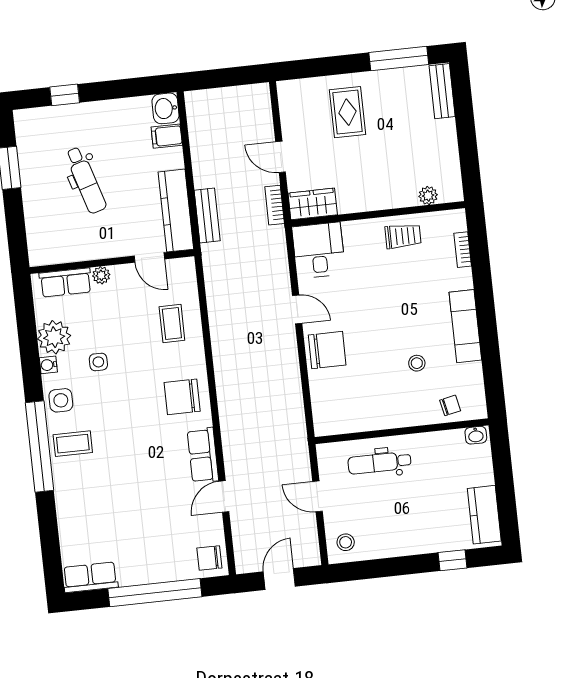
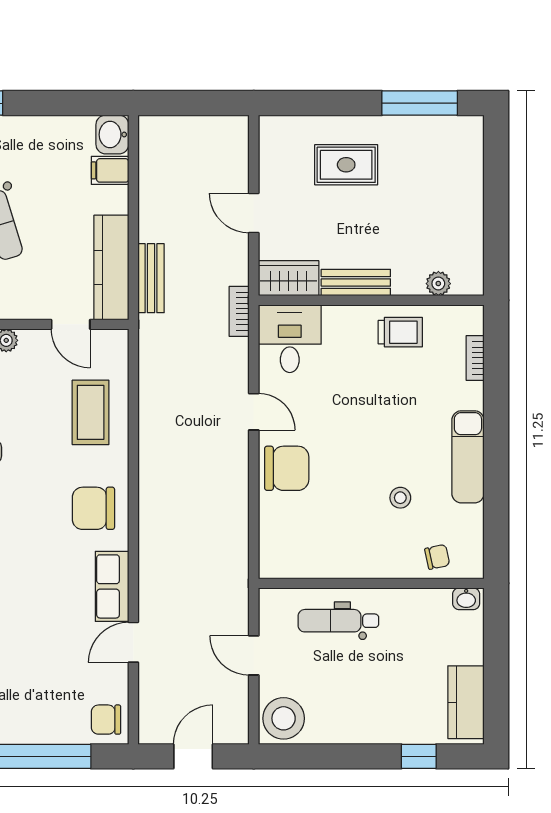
bench: (442, 91) -> (356, 283), moved, turned 90
rug: (347, 112) -> (346, 165), turned 90
bookcase: (275, 205) -> (239, 311), moved
coffee table: (172, 323) -> (91, 412), width x1.36, depth x1.30
stool: (346, 542) -> (284, 718), width x1.89, depth x1.89

